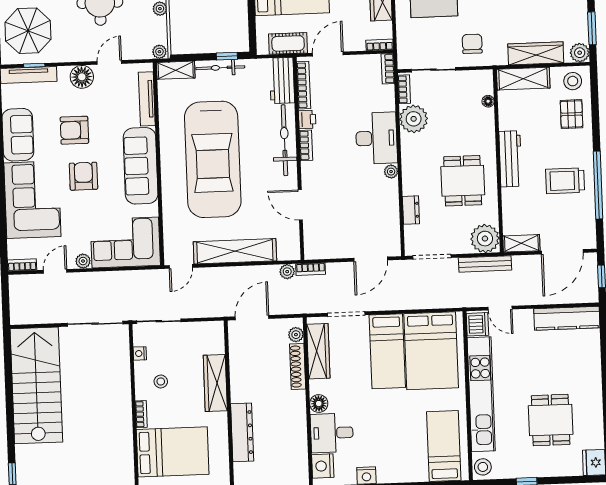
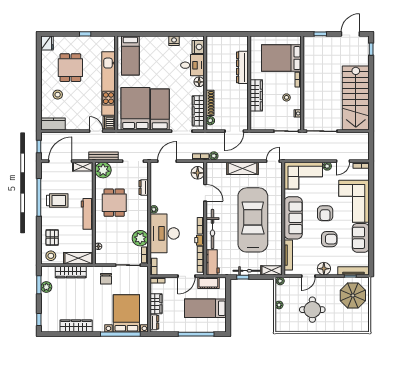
plant: (580, 53) -> (46, 287), moved
desk: (376, 138) -> (165, 233), width x1.36, depth x1.30
floor lamp: (315, 240) -> (198, 173), added
shelving: (235, 251) -> (242, 168), width x0.68
kitchen counter: (567, 318) -> (53, 124), width x0.67
stool: (483, 467) -> (58, 95), moved

